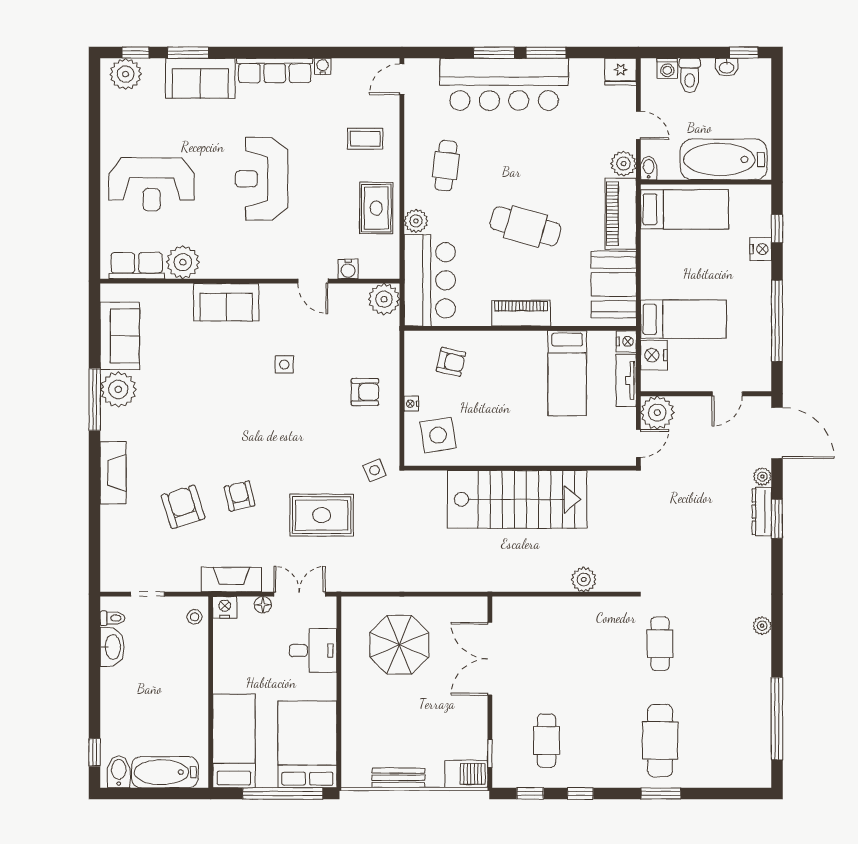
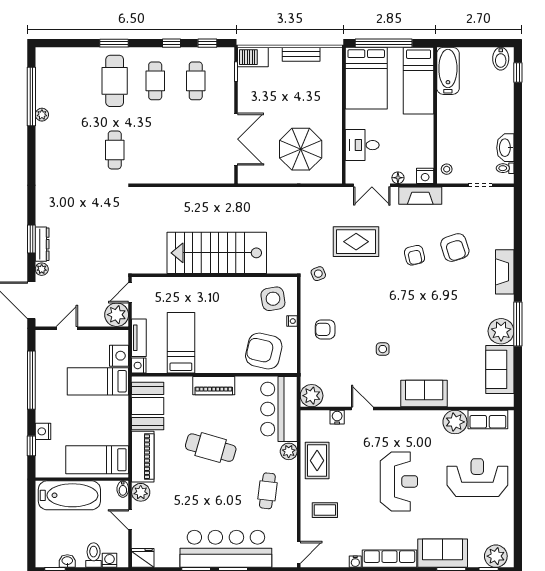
armchair: (451, 362) -> (264, 351), width x1.88, depth x1.88
plant: (584, 580) -> (169, 196), removed
plant: (762, 626) -> (42, 115), moved
cafe table: (603, 741) -> (155, 81), added
bathtub: (165, 772) -> (448, 71), moved, turned -90

